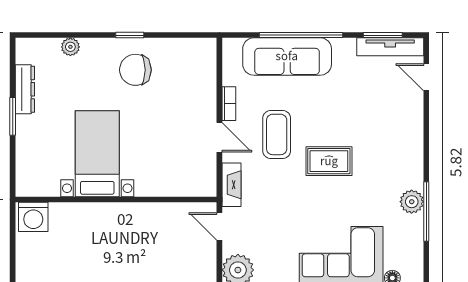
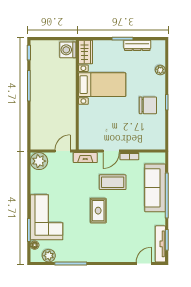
chair: (135, 70) -> (148, 105), turned 90
wardrobe: (37, 184) -> (86, 52), added
plant: (412, 202) -> (49, 256), moved

